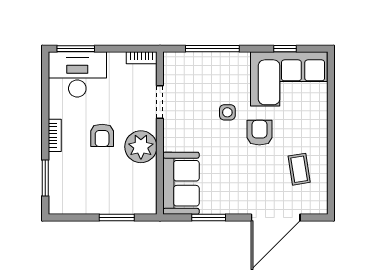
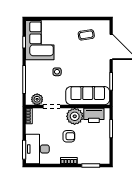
plant: (174, 74) -> (37, 99), added
armchair: (259, 133) -> (67, 55), removed
sofa: (181, 183) -> (88, 96), width x1.36
printer: (143, 184) -> (94, 115), added

